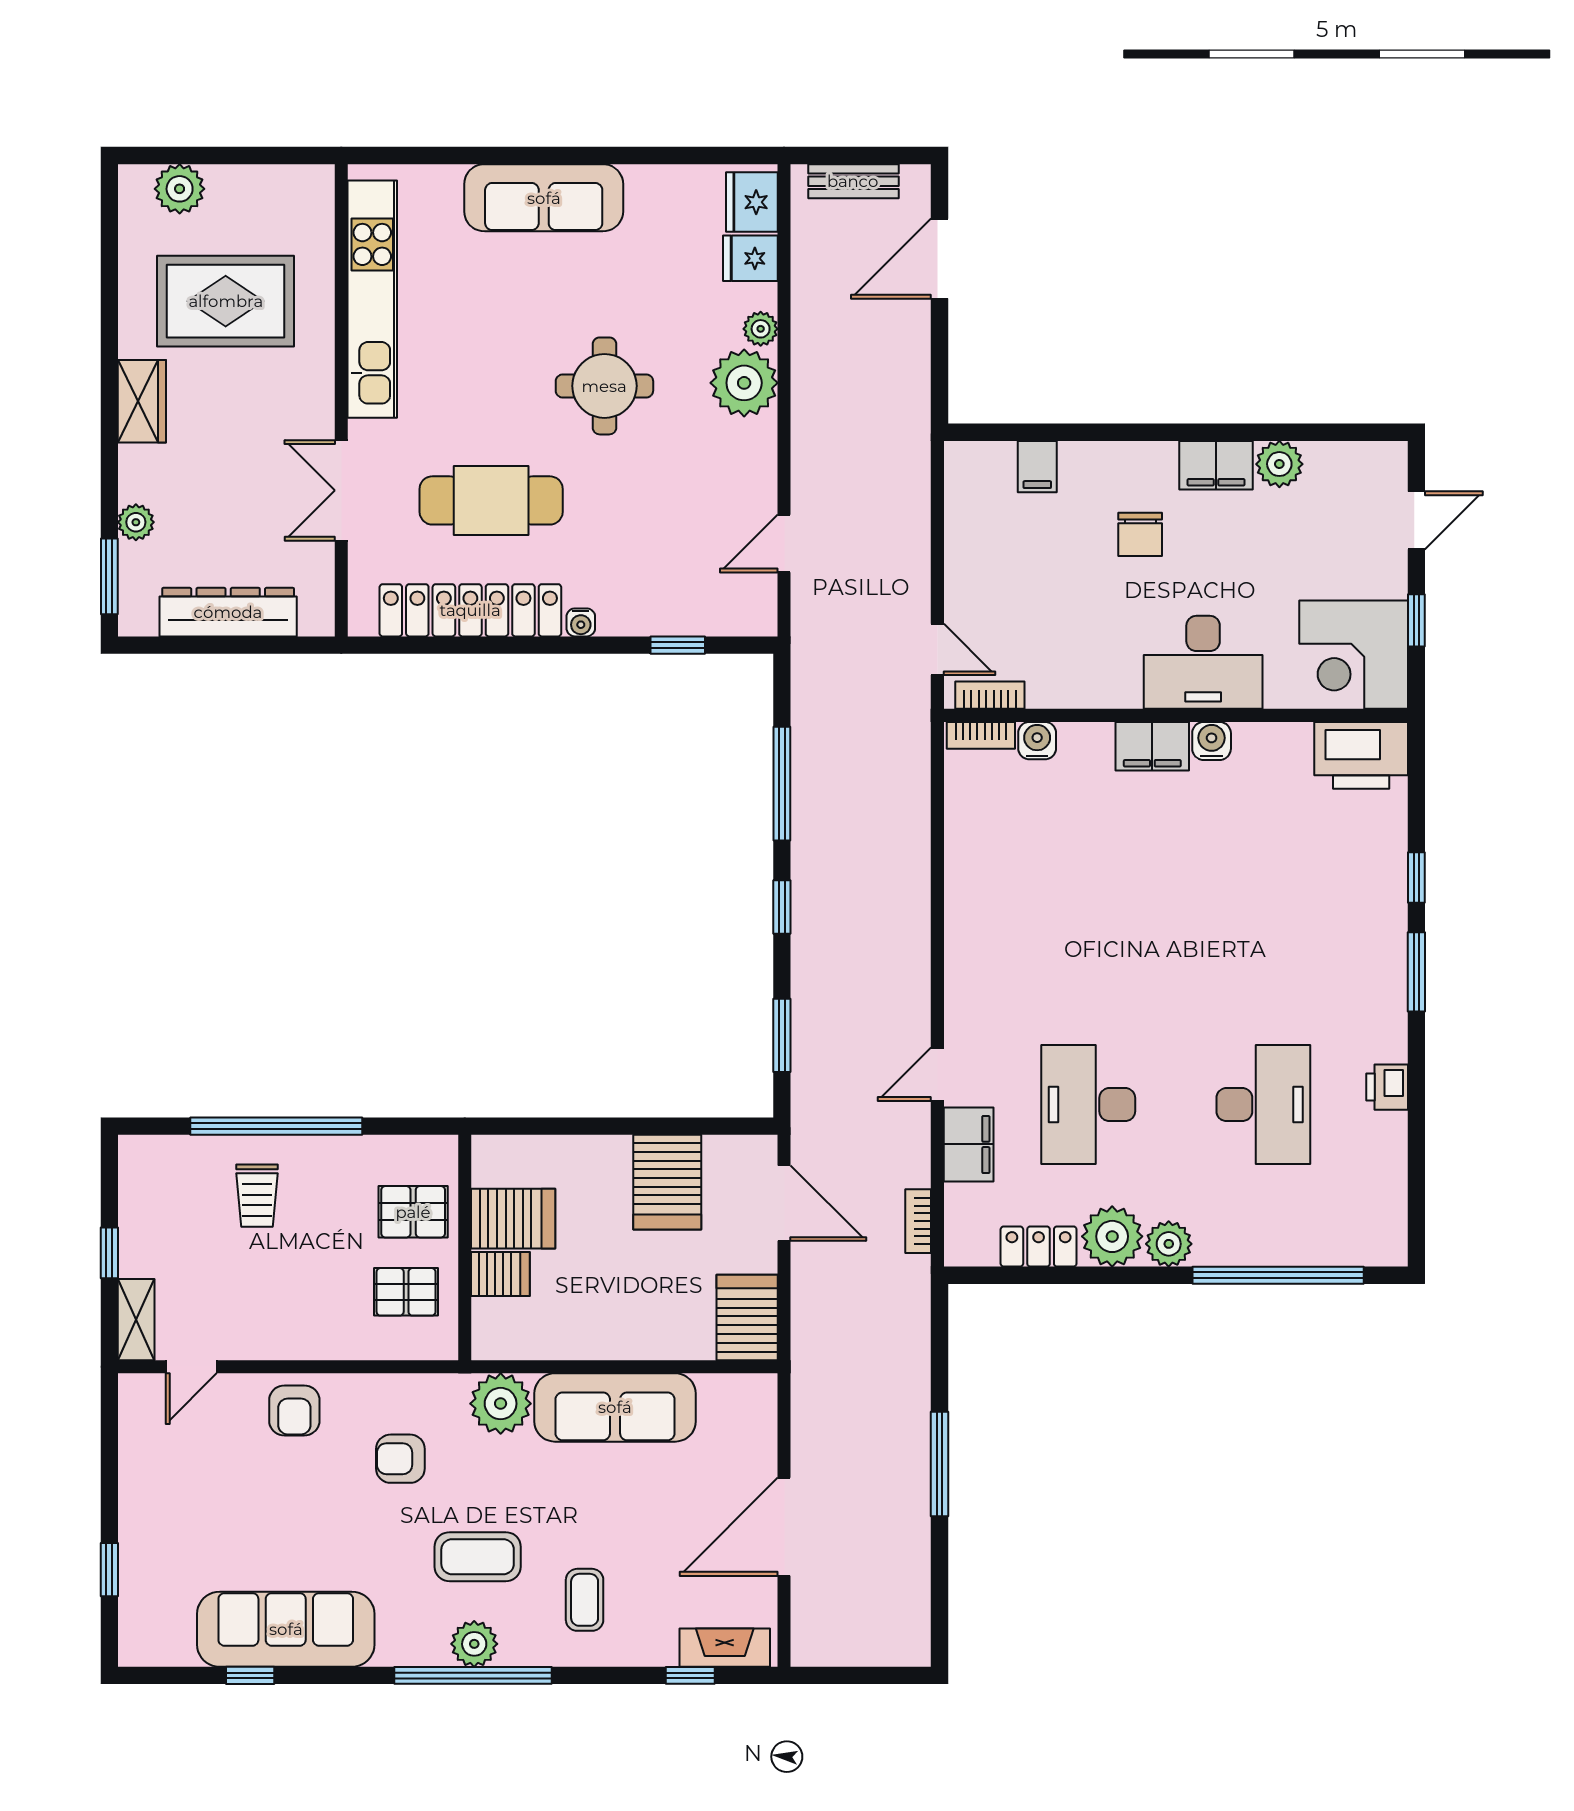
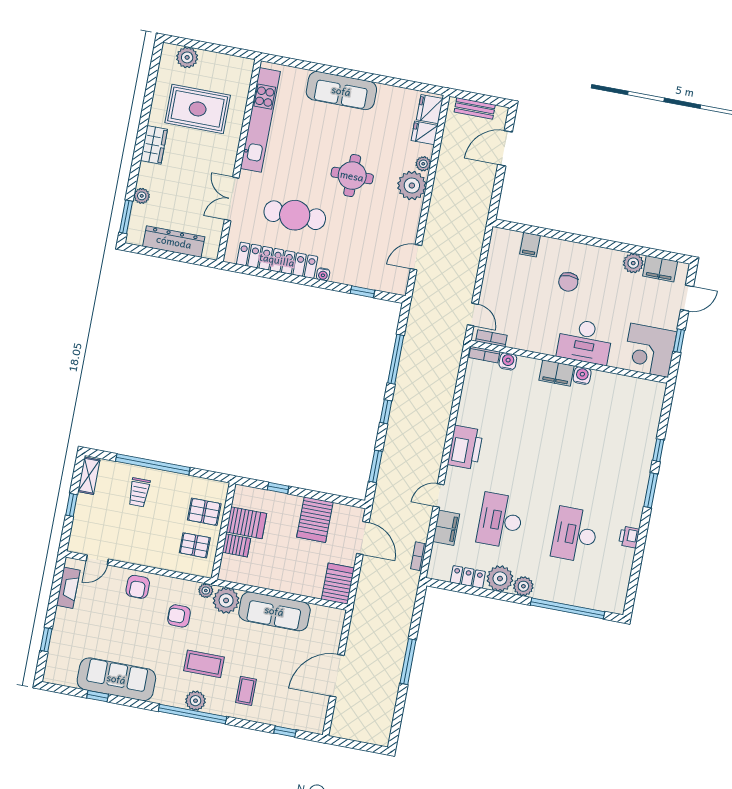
filing cabinet: (1216, 465) -> (660, 269), moved
printer: (1361, 755) -> (465, 447), moved, turned -90
desk: (1263, 1105) -> (575, 535), turned 180
window: (570, 1126) -> (278, 488), added
shelving: (136, 1320) -> (89, 476), moved
plant: (450, 1390) -> (206, 591), added
fireplace: (725, 1648) -> (68, 588), moved, turned 90

